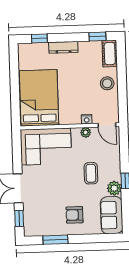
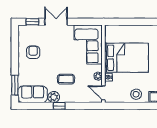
bed: (39, 98) -> (126, 58), moved
door: (107, 125) -> (103, 93), hinge flipped
armchair: (75, 215) -> (33, 52), moved
window: (55, 240) -> (15, 85), moved

